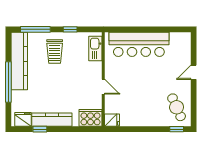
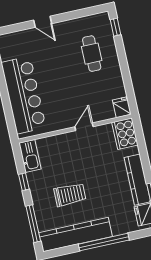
kitchen sink: (95, 49) -> (30, 156), moved, turned -90
trolley: (55, 52) -> (70, 195), moved
cafe table: (177, 107) -> (92, 54), moved, turned -66

